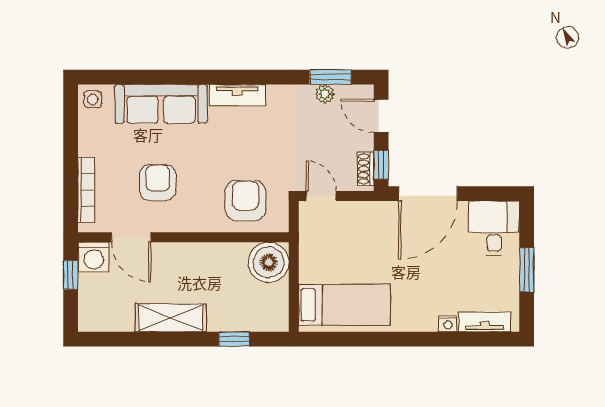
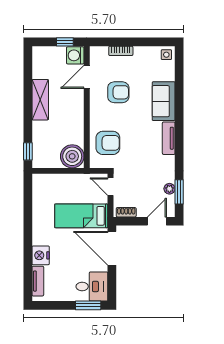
sofa: (161, 104) -> (164, 101), width x0.73
window: (381, 165) -> (129, 221), removed
bookcase: (86, 190) -> (121, 51), width x0.64
door: (321, 196) -> (111, 187), swing flipped
window: (527, 270) -> (88, 305), moved
bed: (344, 305) -> (81, 216), moved, turned 90
nightstand: (448, 324) -> (41, 255), width x1.89, depth x1.79
window: (234, 339) -> (28, 151), moved

